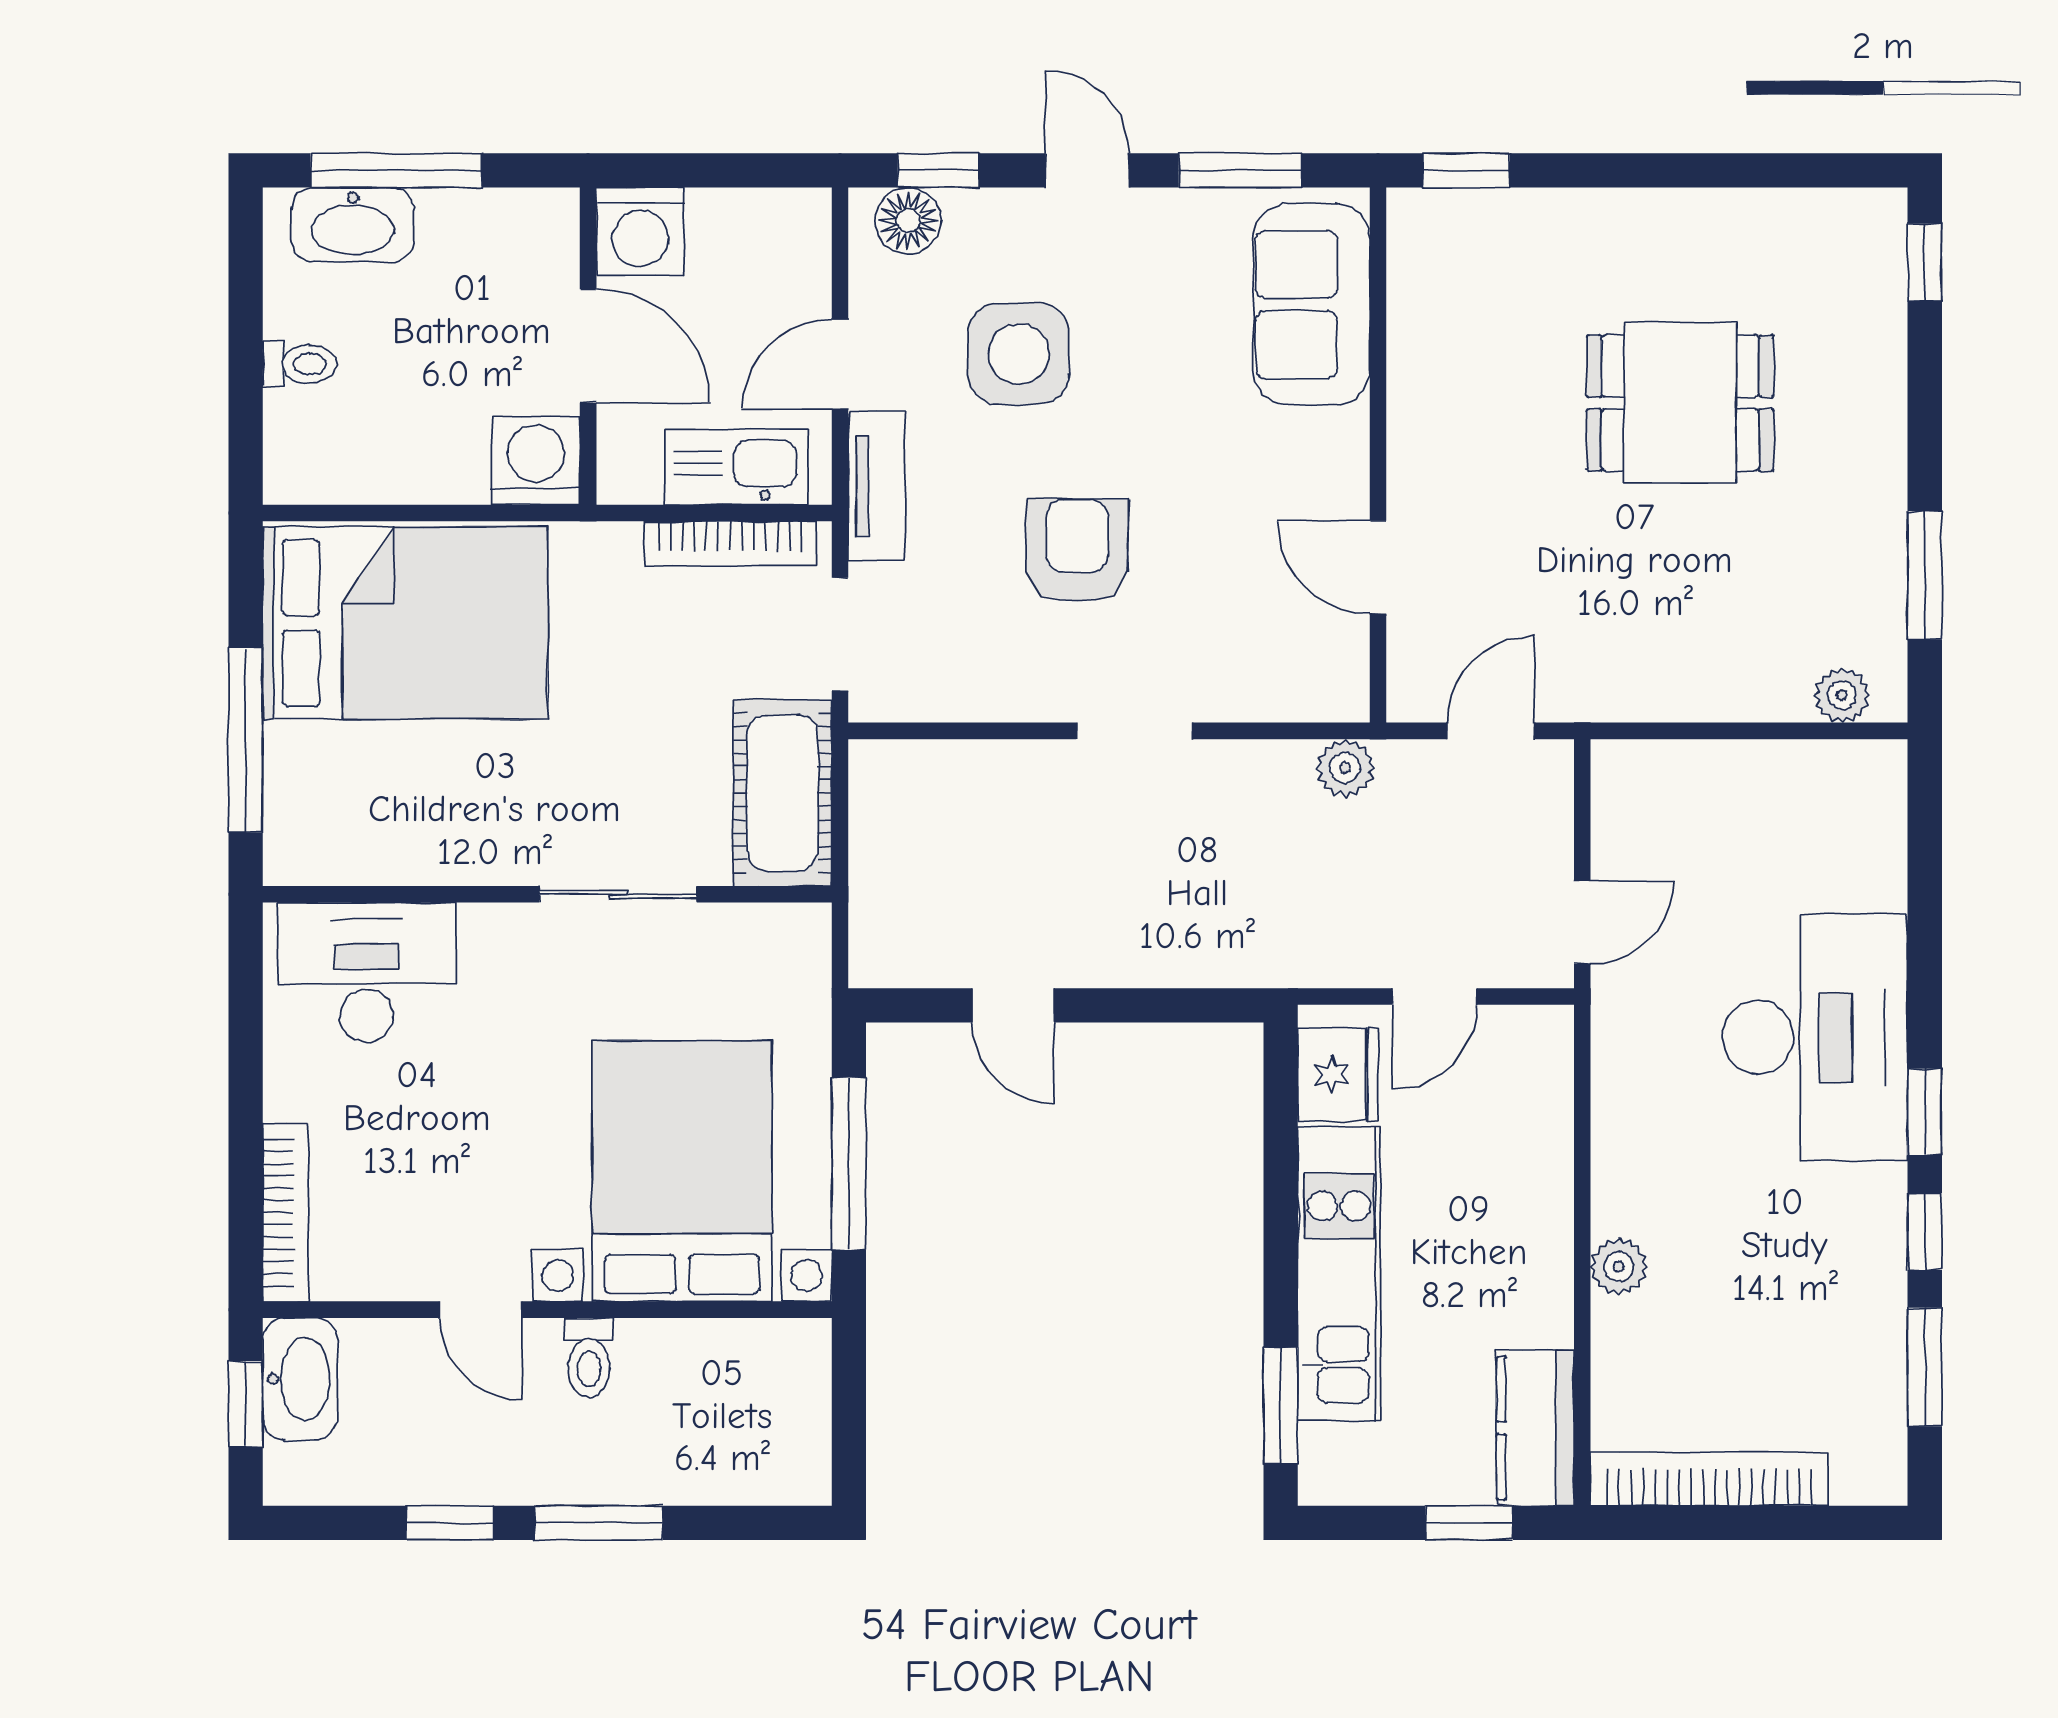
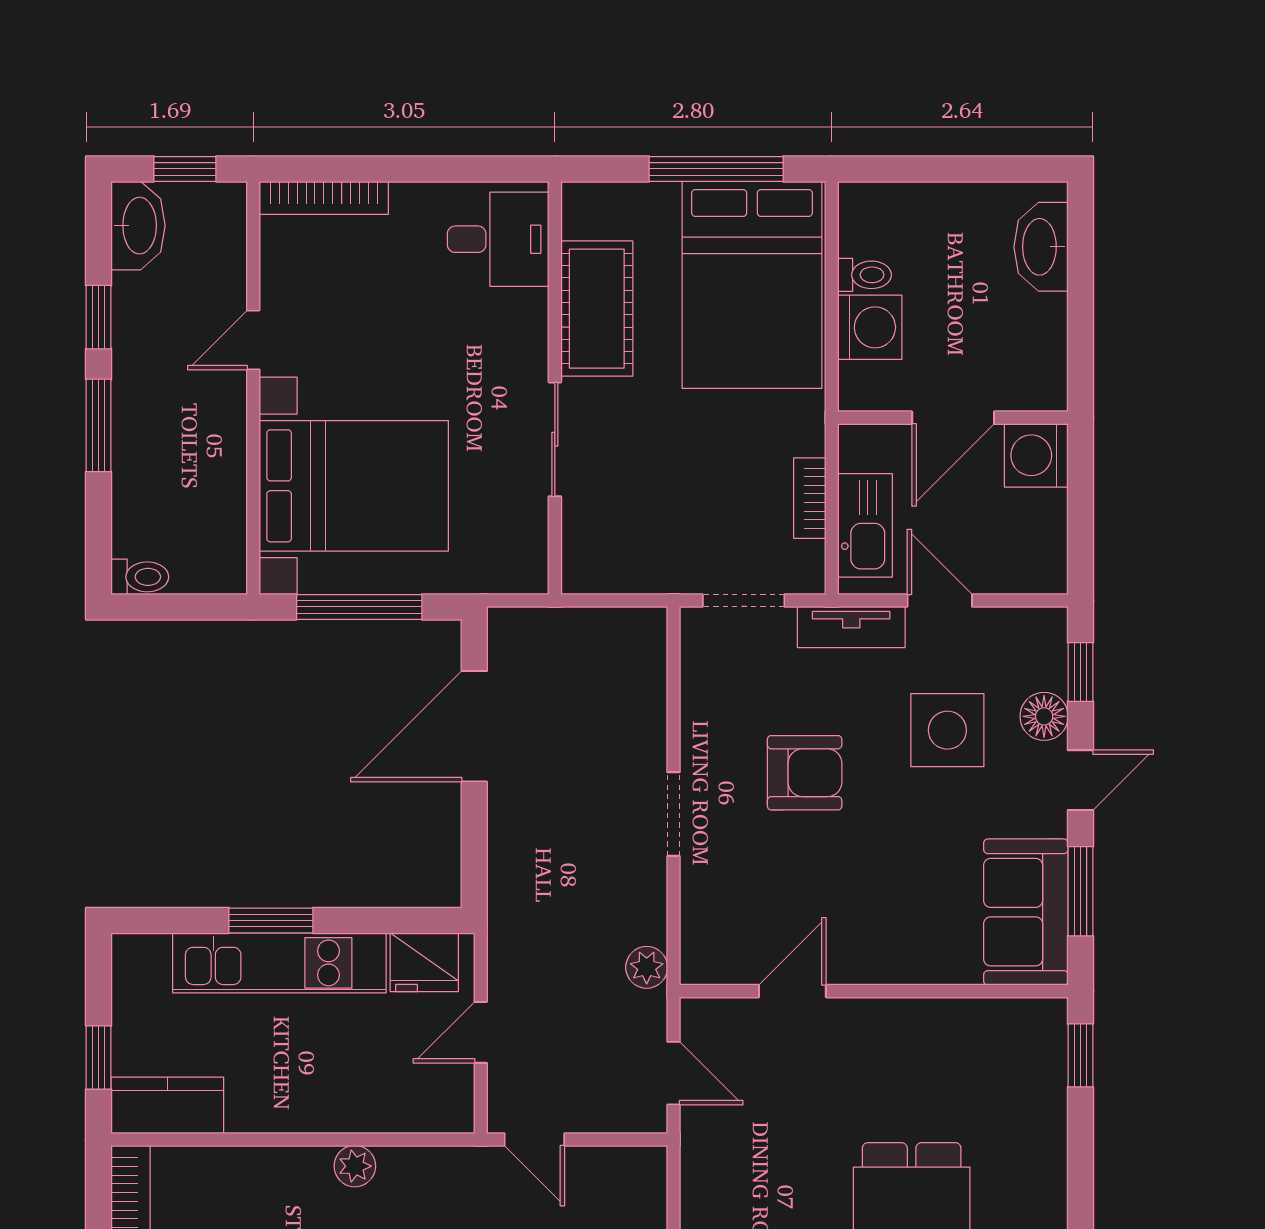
window: (396, 170) -> (1080, 278), removed
floor lamp: (908, 221) -> (1044, 716), moved
sofa: (1312, 304) -> (1026, 912), moved, turned -90
toilet: (300, 364) -> (865, 275), moved, turned -90
washing machine: (536, 461) -> (870, 327), moved
bookcase: (730, 543) -> (810, 498), width x0.64
window: (246, 740) -> (716, 169), moved
cot: (782, 793) -> (597, 309), moved, turned 90
desk: (367, 972) -> (498, 239), width x0.73
door: (1435, 996) -> (481, 1032), hinge flipped
door: (1013, 1005) -> (474, 726), width x1.88
plant: (1619, 1267) -> (355, 1166), moved
toilet: (589, 1358) -> (140, 577), moved, turned 180
washbasin: (300, 1379) -> (138, 226), moved, turned -90
window: (1281, 1406) -> (271, 920), moved

